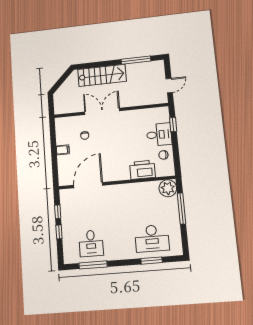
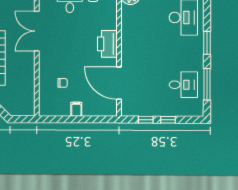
double door: (102, 111) -> (37, 31), moved
printer: (142, 170) -> (107, 44), moved
window: (151, 261) -> (207, 43), moved

